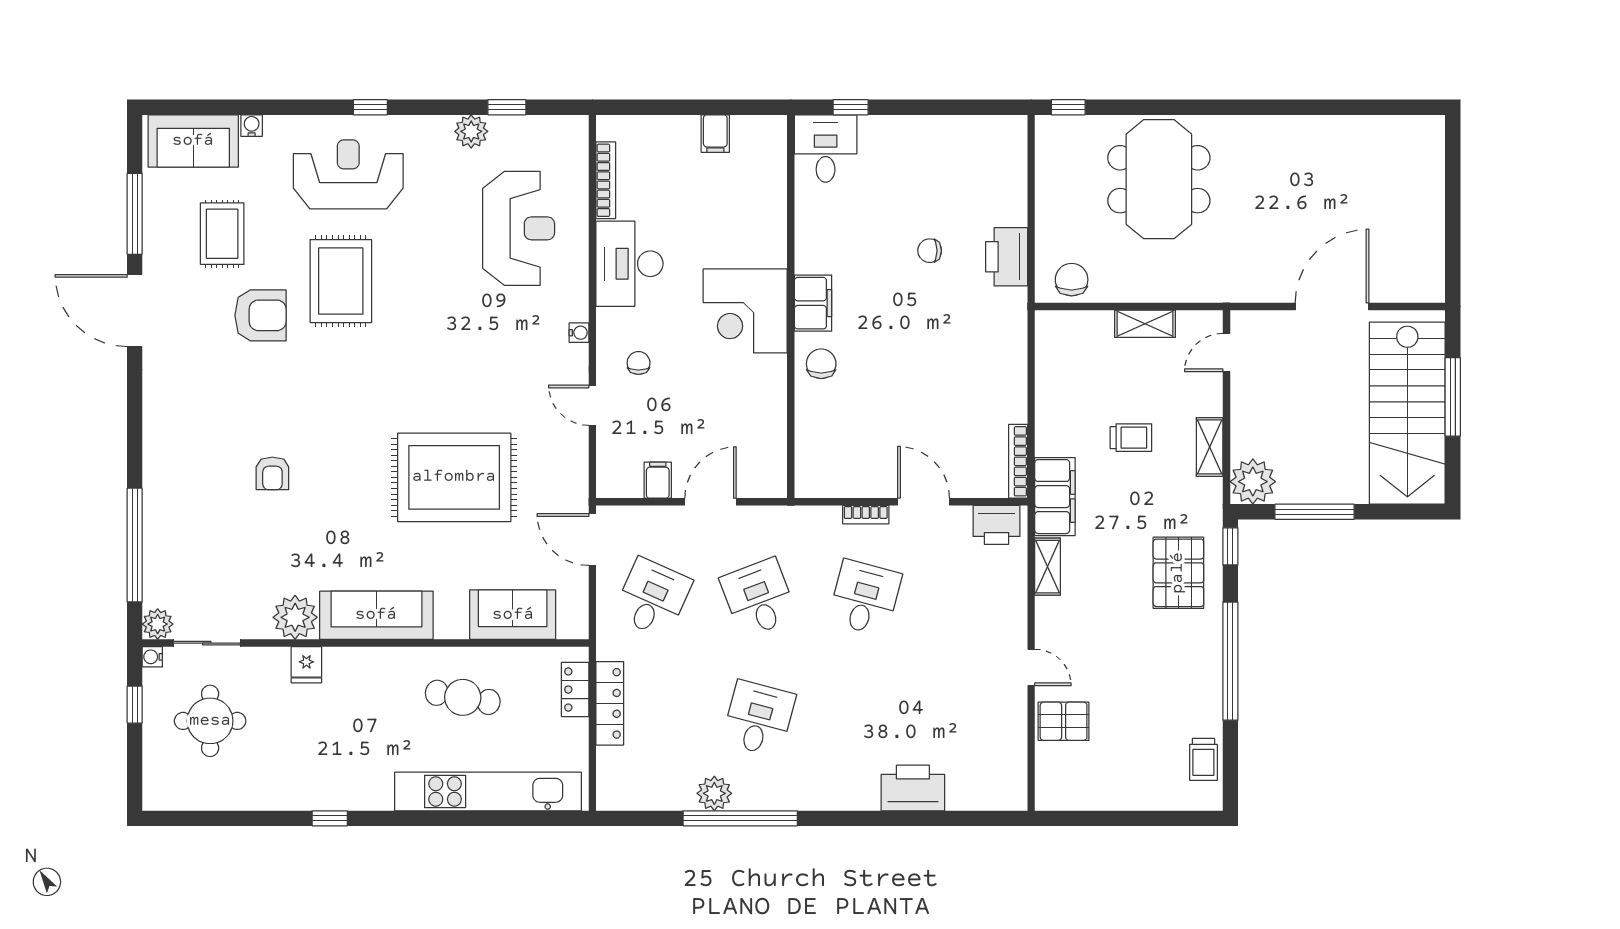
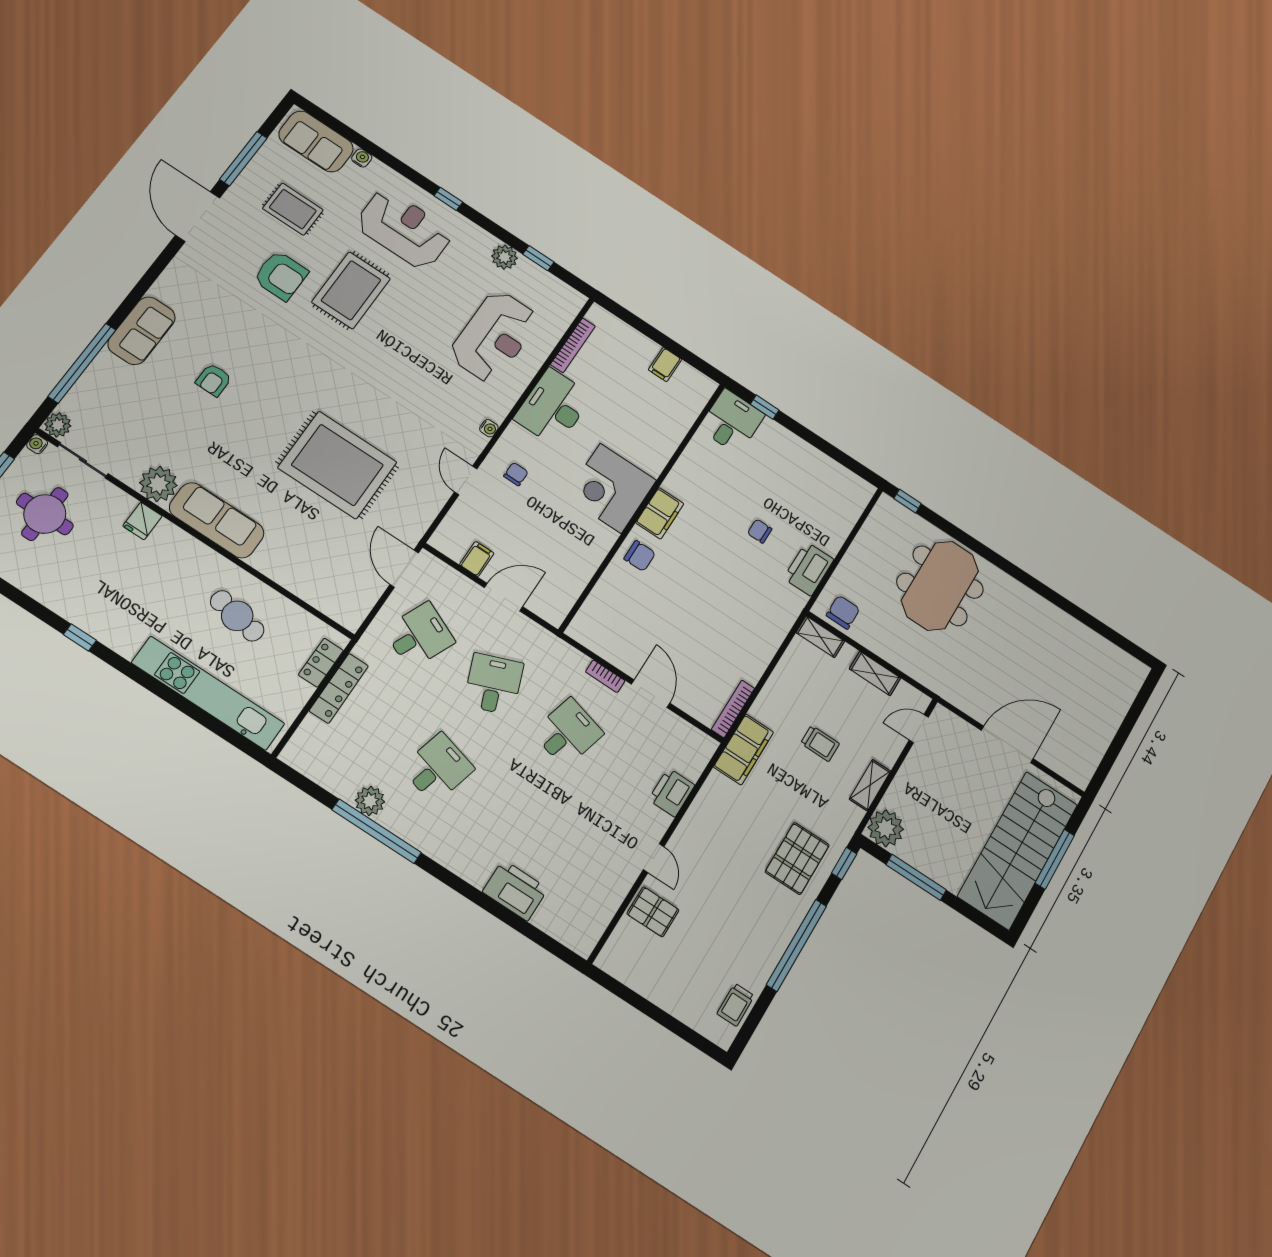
rug: (222, 234) -> (293, 209), turned 90
chair: (821, 364) -> (640, 556), turned 90
printer: (996, 525) -> (672, 792), moved, turned 90
shelving: (1048, 567) -> (820, 637), moved, turned 90
sofa: (513, 615) -> (142, 331), moved, turned 90

